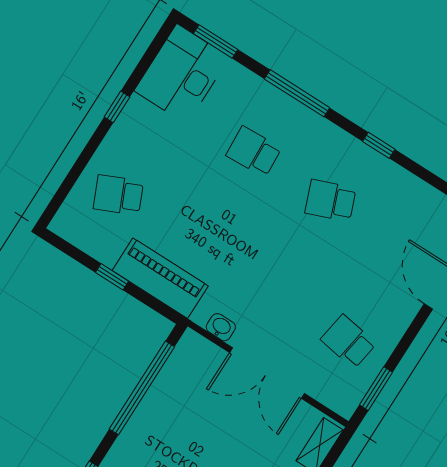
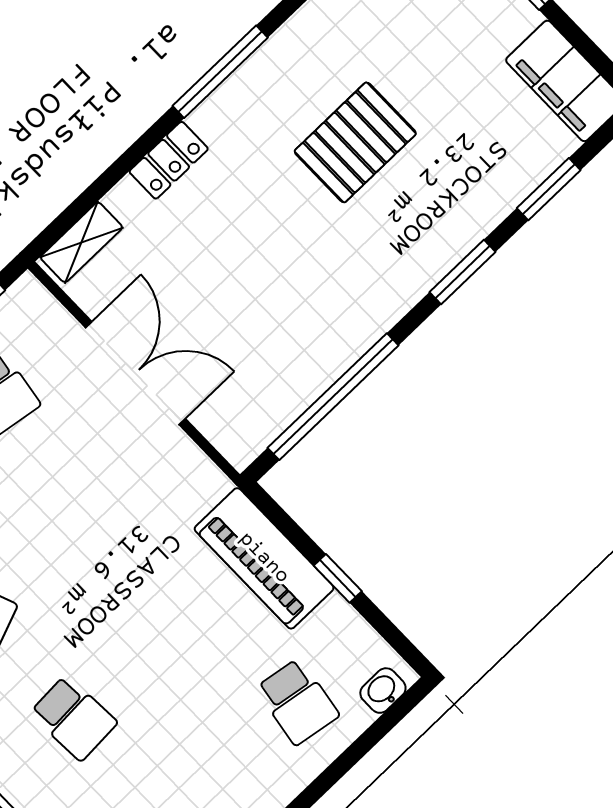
school desk: (118, 195) -> (297, 702), turned 33
washbasin: (221, 327) -> (383, 691), moved, turned 90

